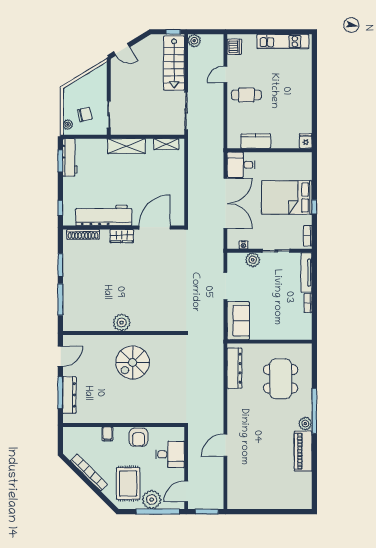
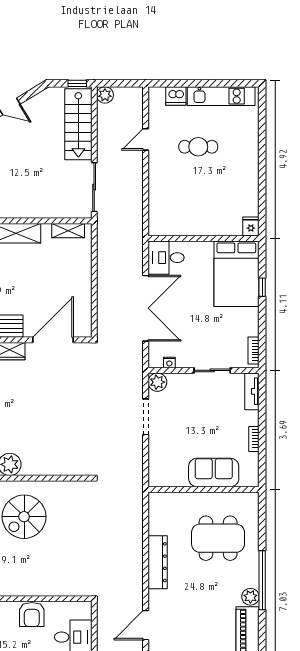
dishwasher: (234, 47) -> (176, 96), moved, turned 90
cafe table: (246, 95) -> (198, 147), moved
kitchen counter: (256, 141) -> (185, 226), removed
bed: (287, 197) -> (236, 274), moved, turned -90
window: (314, 207) -> (262, 287), moved
plant: (253, 260) -> (157, 382), moved
tv unit: (306, 273) -> (252, 391), width x0.71
sofa: (238, 321) -> (214, 472), moved, turned -90
dresser: (234, 368) -> (158, 562), moved
dining table: (281, 379) -> (218, 538), turned 90

